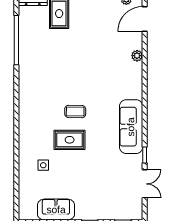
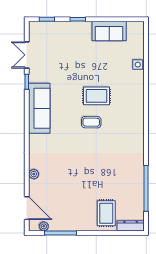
door: (145, 19) -> (27, 208), hinge flipped
side table: (43, 165) -> (138, 65), moved

